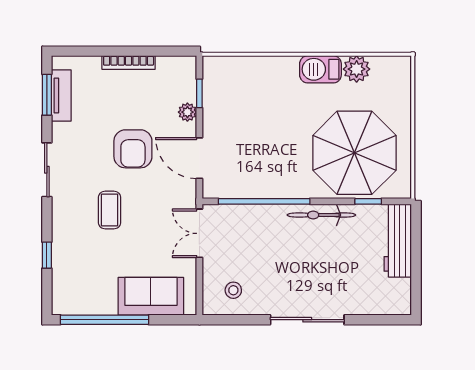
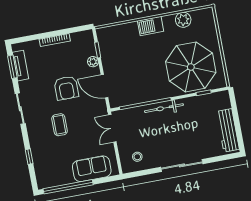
barbecue: (320, 69) -> (151, 26), moved
bicycle: (321, 215) -> (164, 108), moved
workbench: (398, 241) -> (228, 130), moved

